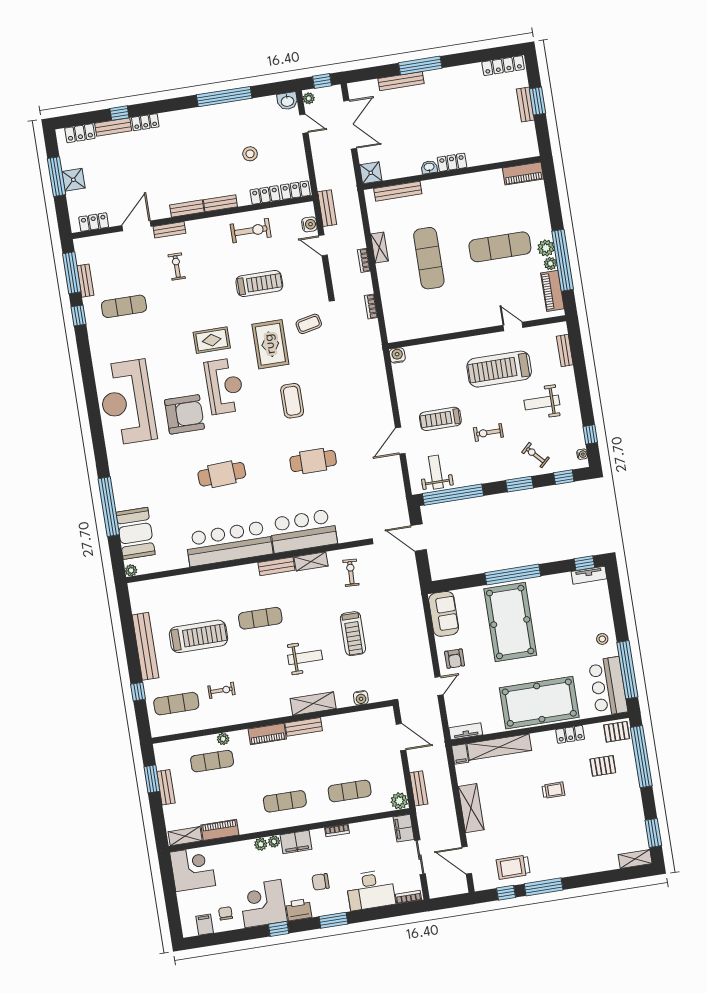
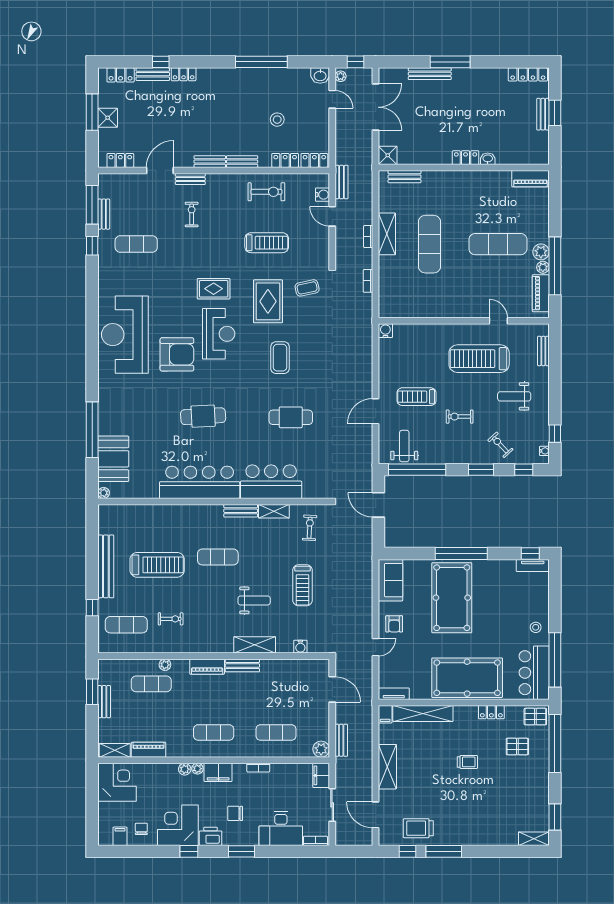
washbasin: (429, 167) -> (488, 159), moved
bench: (398, 191) -> (404, 177), width x0.73
shelving: (379, 248) -> (387, 234), width x1.50, depth x1.33

